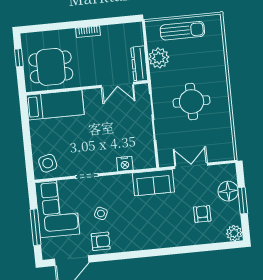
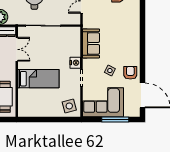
bed: (55, 105) -> (38, 79), moved, turned 90
nightstand: (125, 164) -> (75, 63), moved
sofa: (153, 182) -> (91, 43), moved

